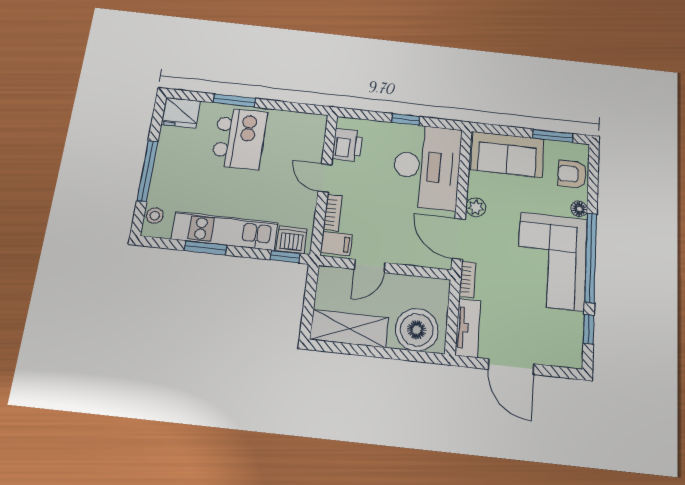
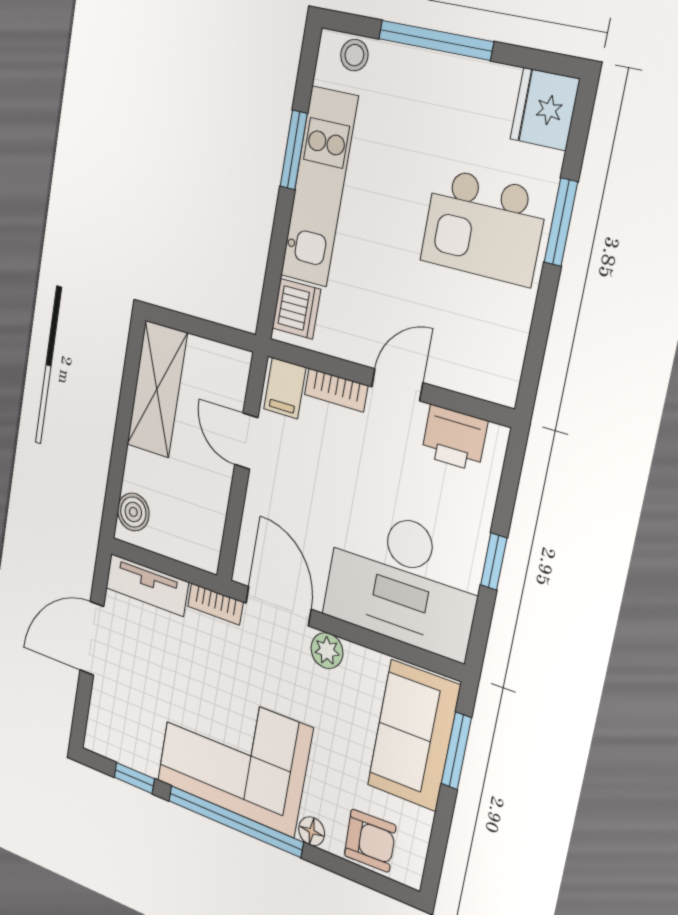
window: (553, 136) -> (456, 751), moved
armchair: (572, 174) -> (370, 841), turned 88
door: (459, 239) -> (278, 606), hinge flipped
window: (285, 257) -> (270, 293), removed
boiler: (417, 330) -> (133, 512), width x0.54, depth x0.54

